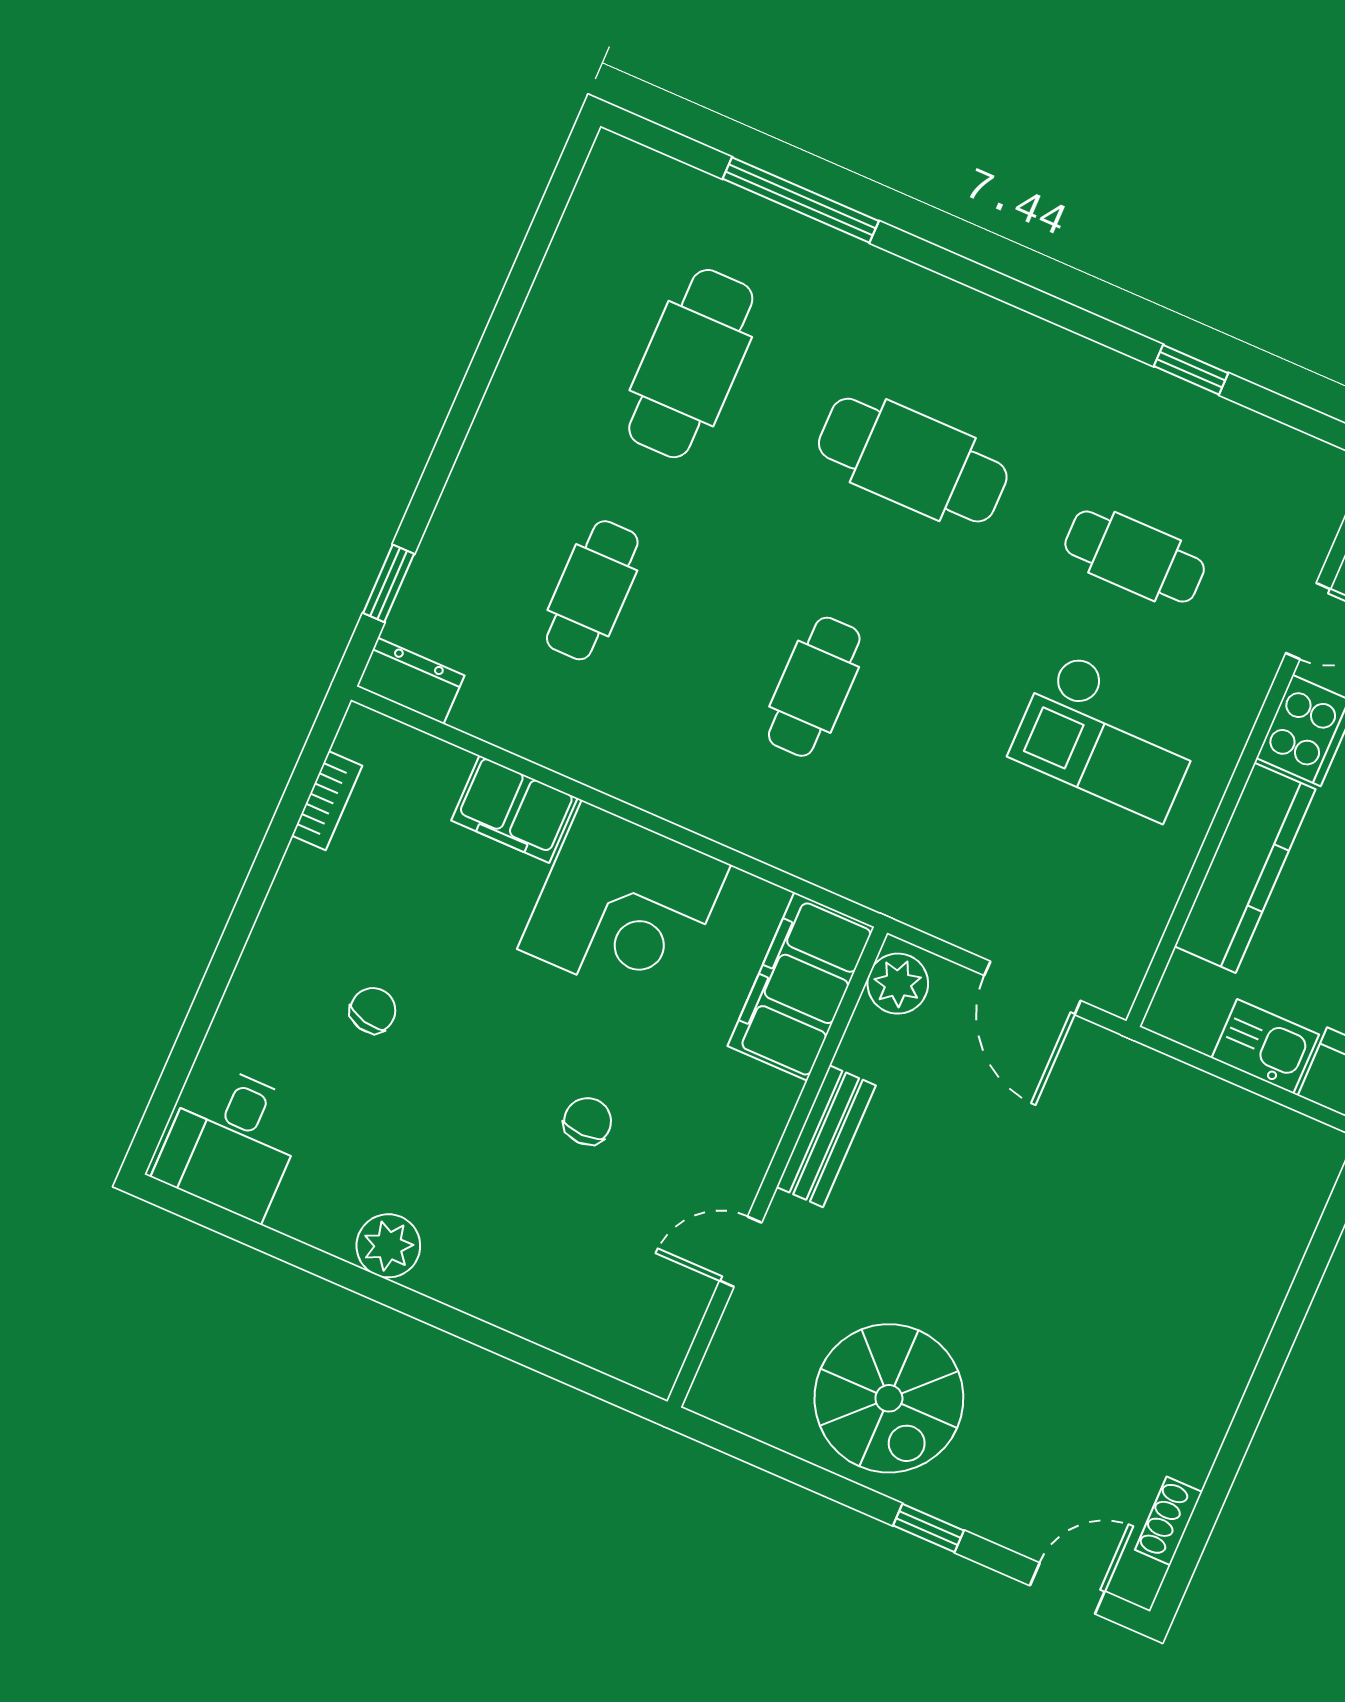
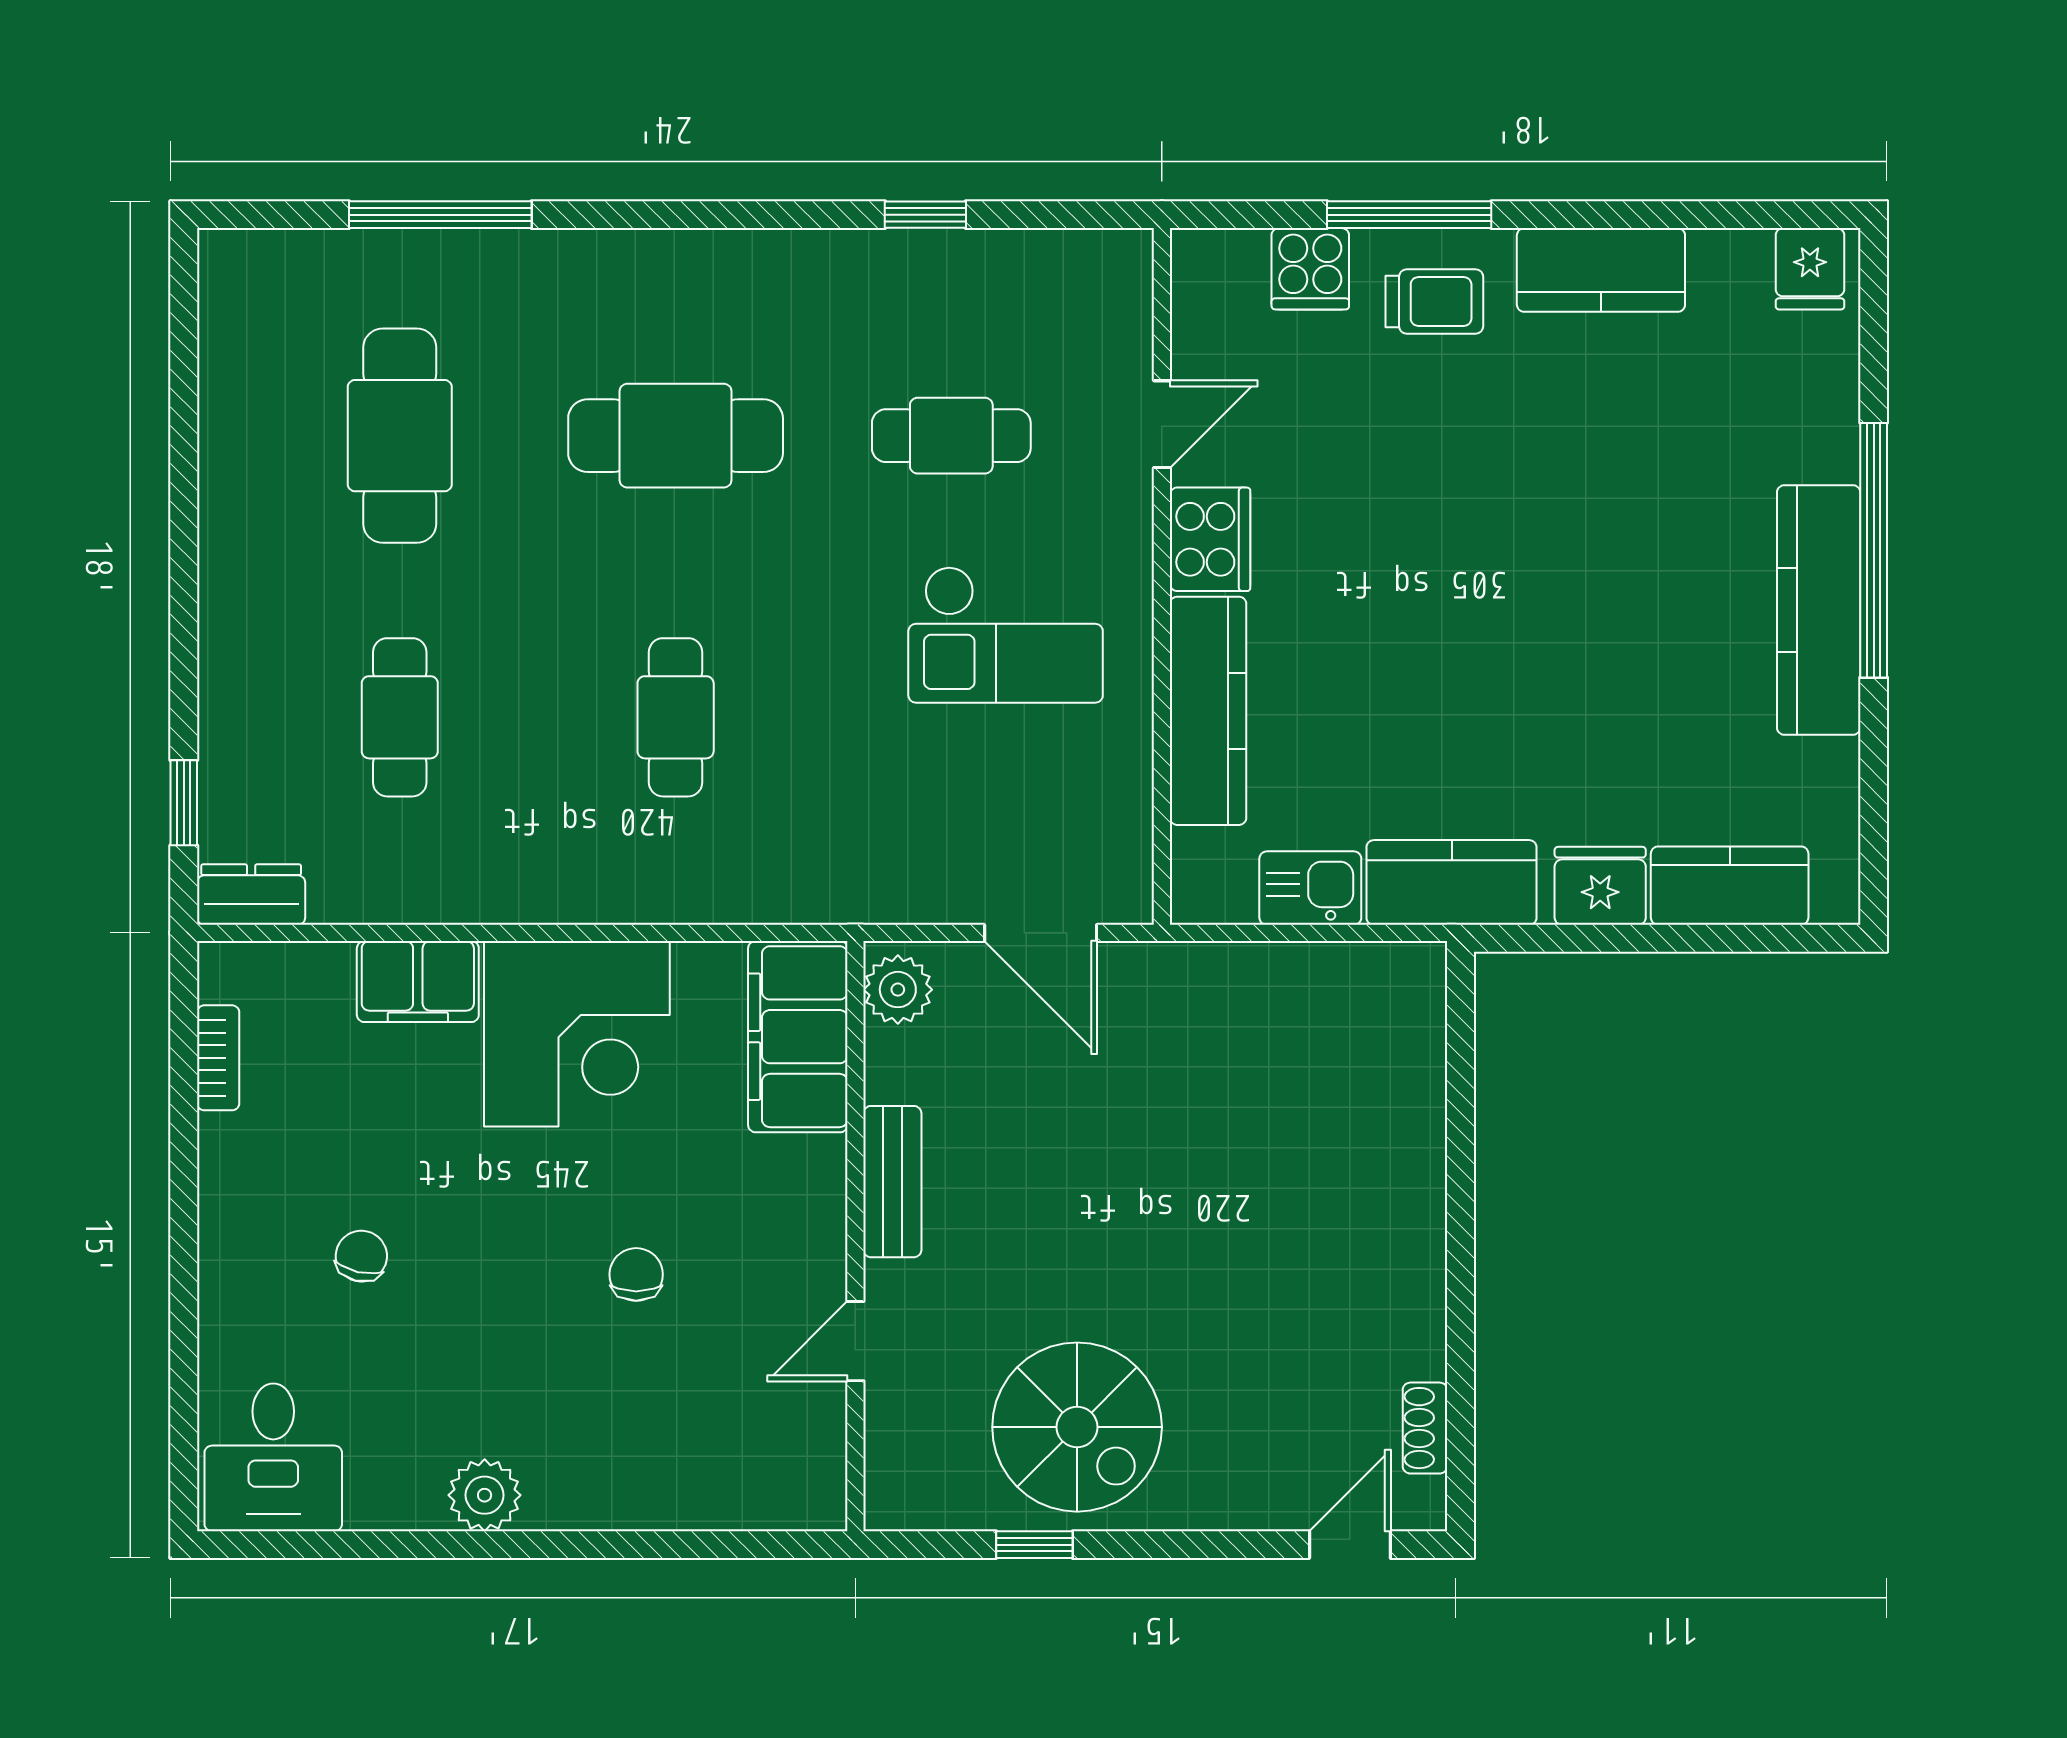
window: (929, 1528) -> (1034, 1545), moved

